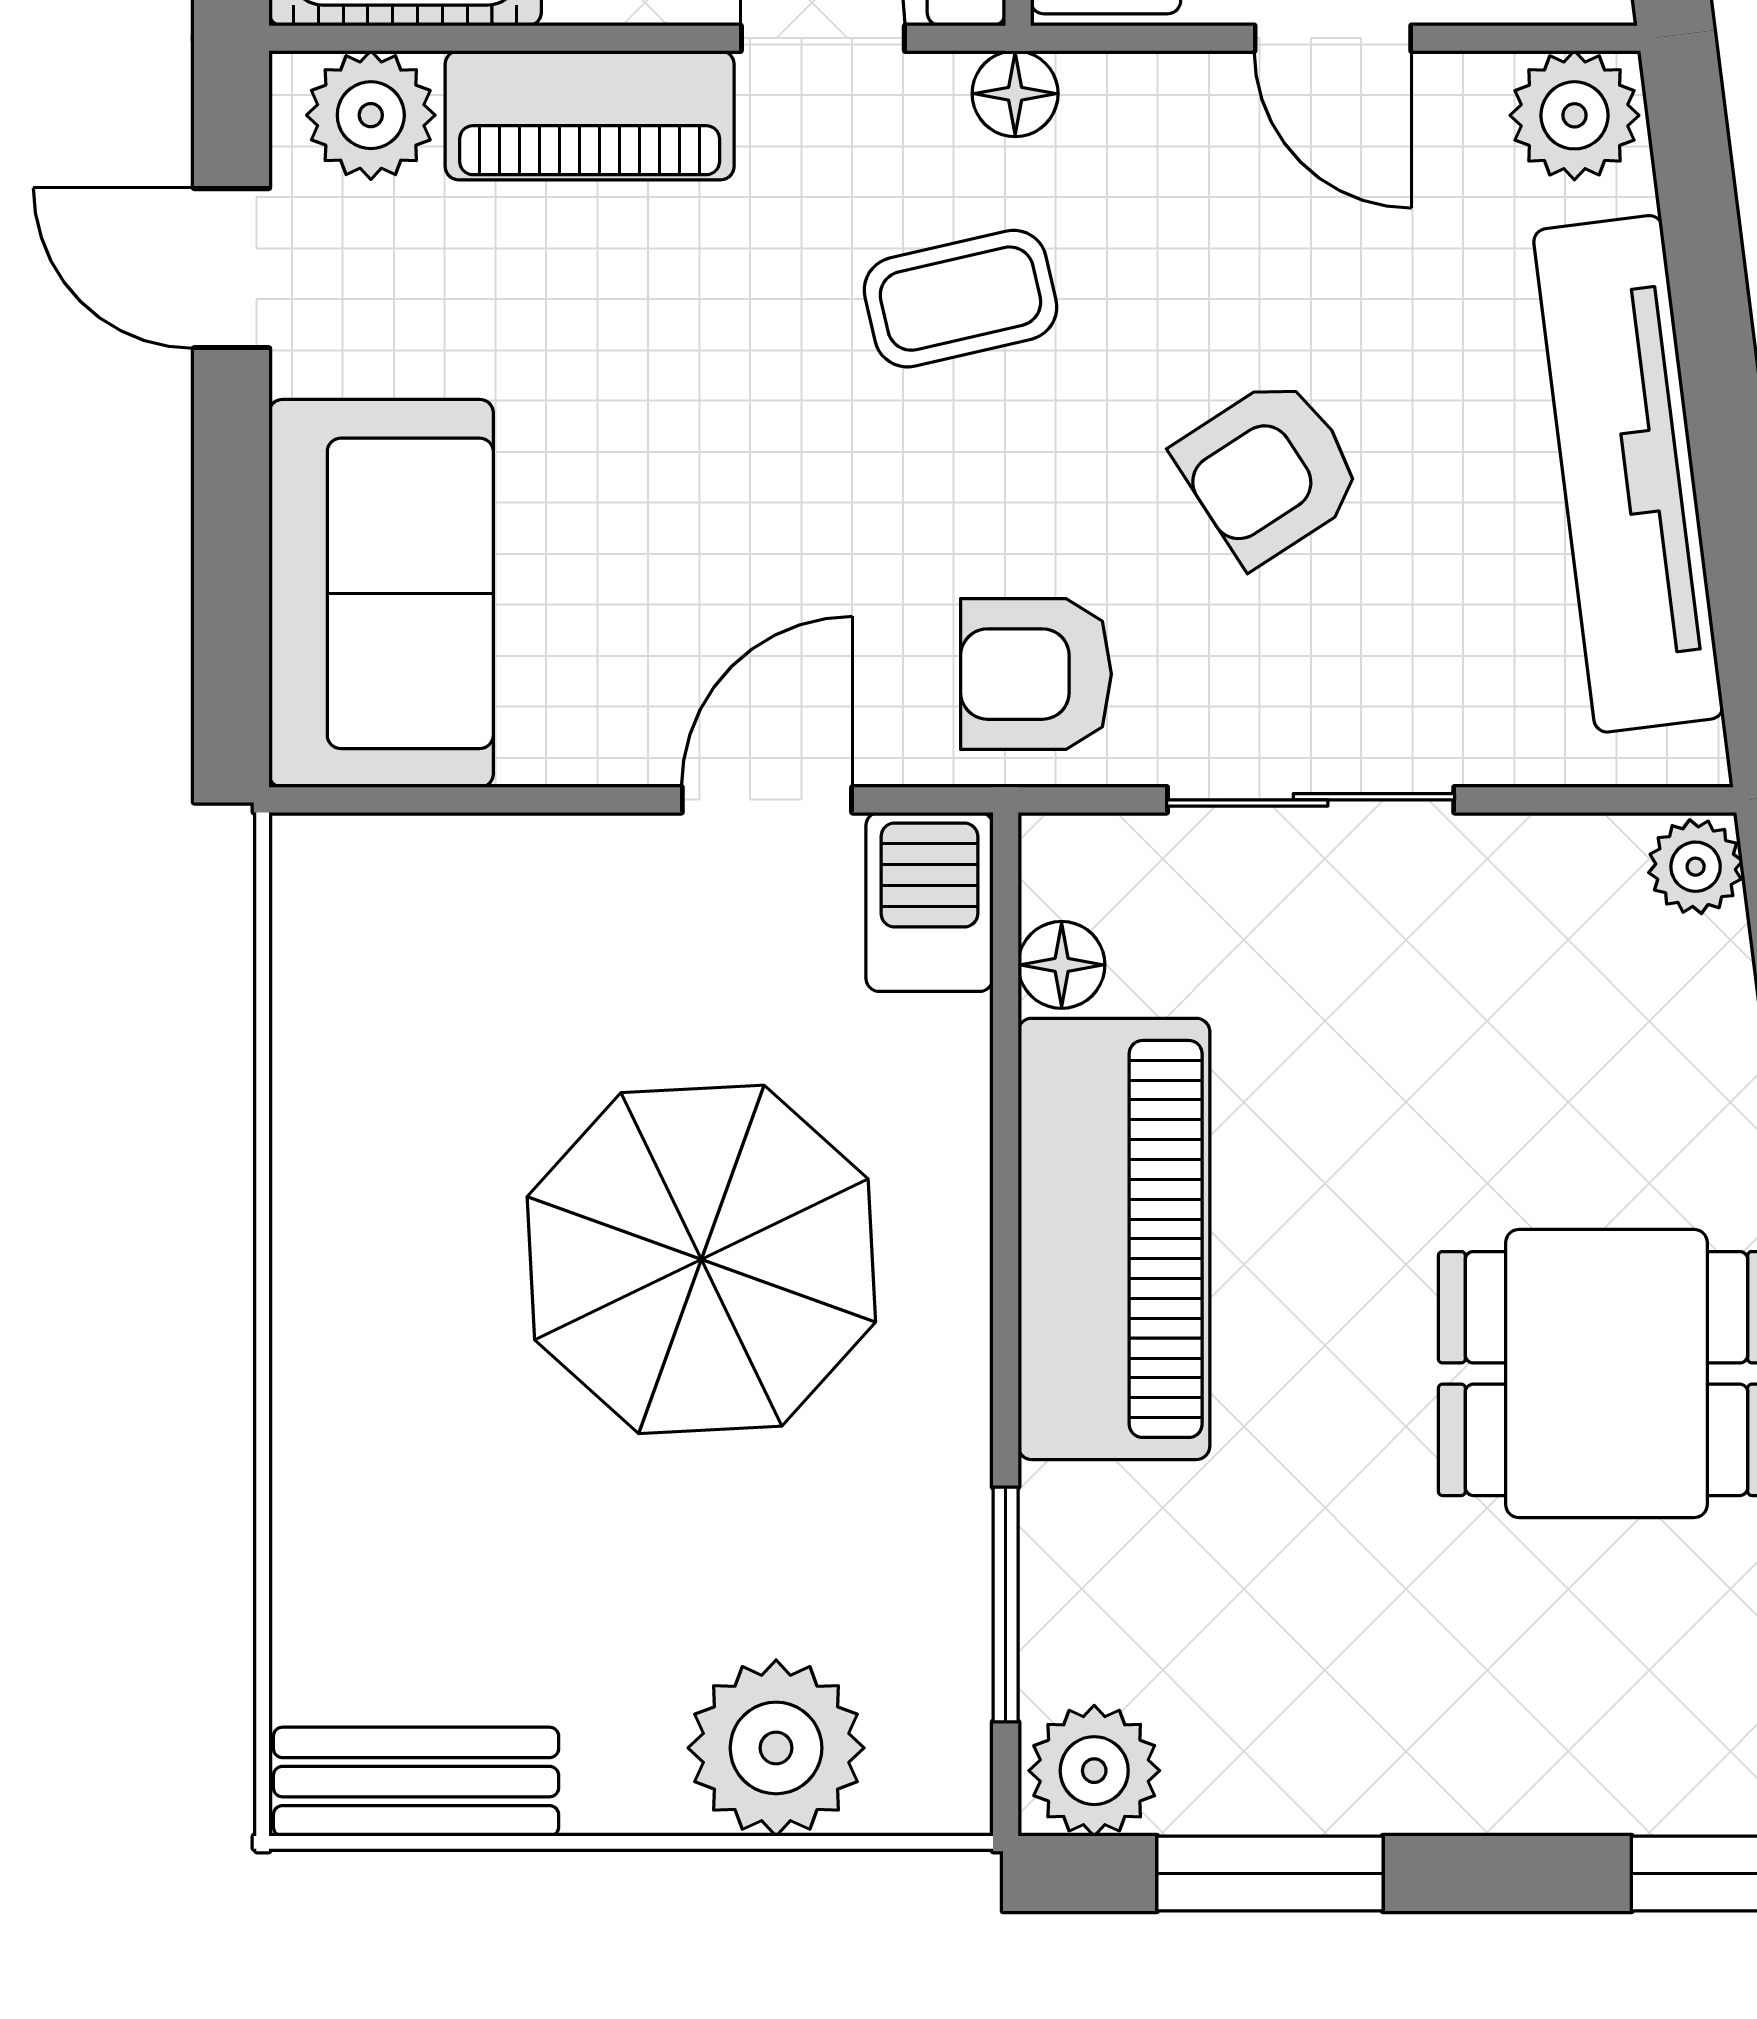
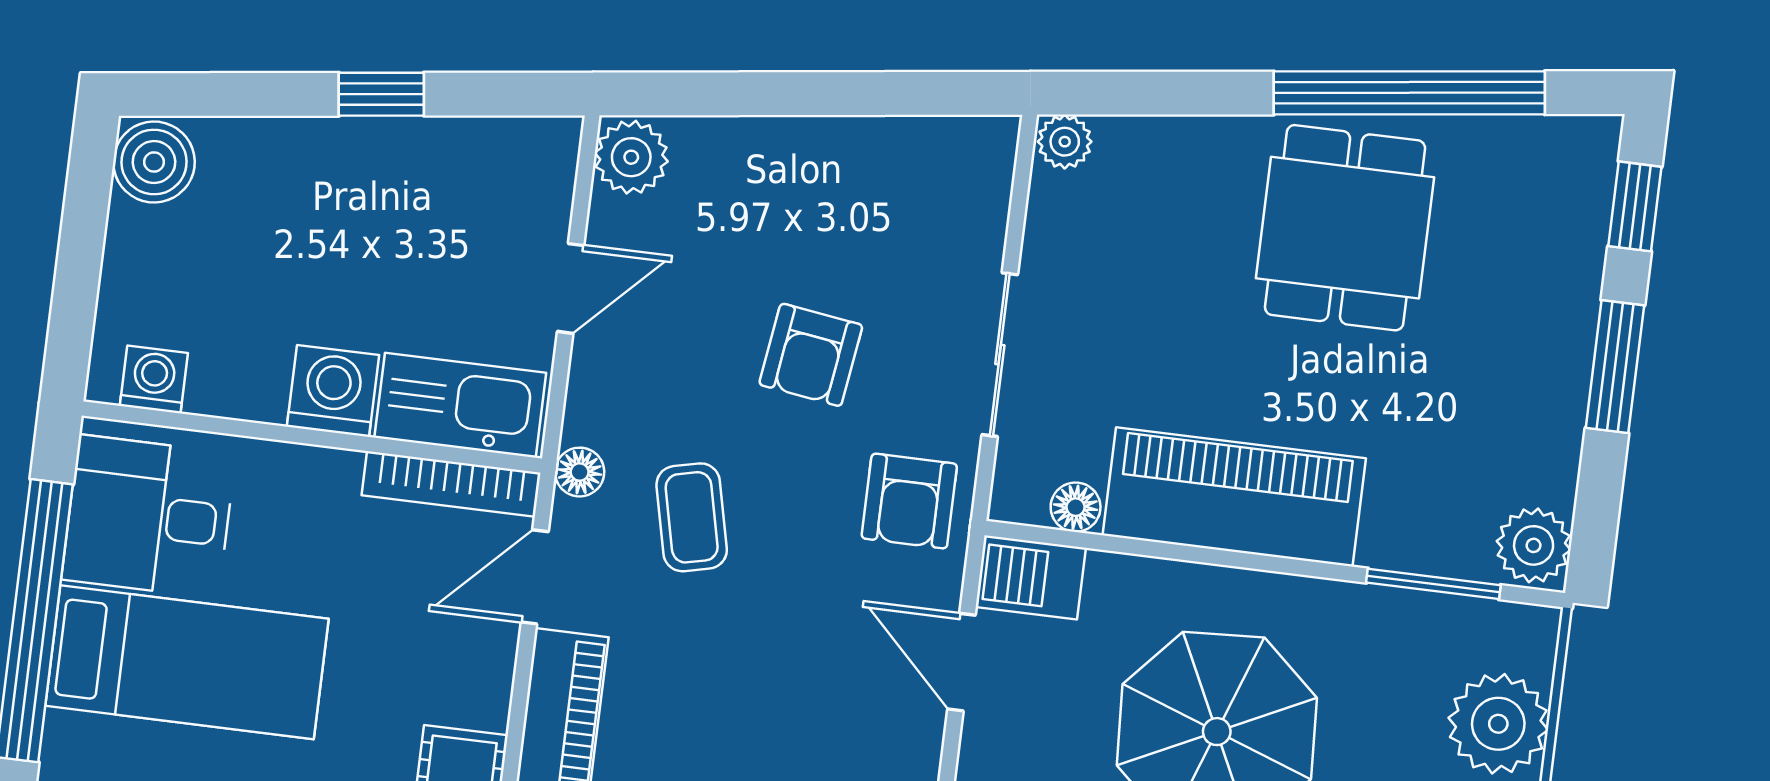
armchair: (1269, 471) -> (811, 355), turned 41
tv unit: (1628, 474) -> (838, 152), removed
window: (1270, 1874) -> (1615, 367), moved

